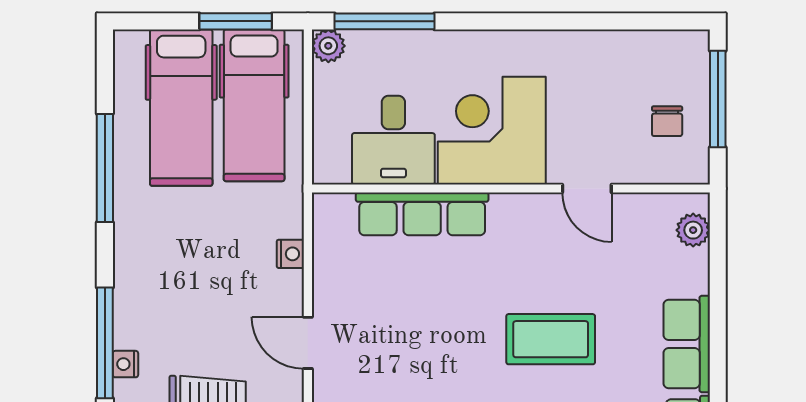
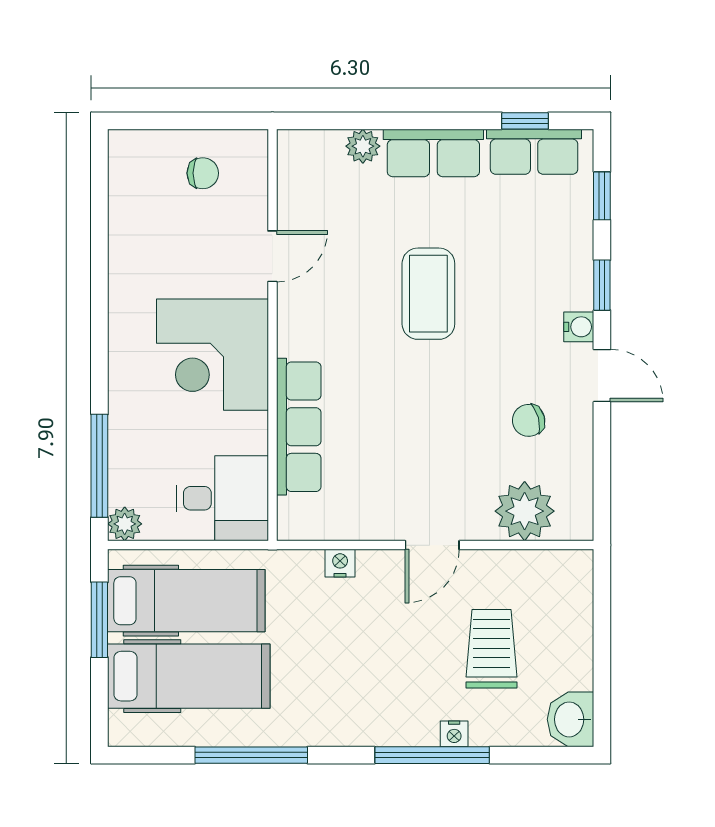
window: (718, 99) -> (180, 121), removed
desk: (393, 140) -> (222, 498), moved
plant: (693, 230) -> (363, 146), moved

